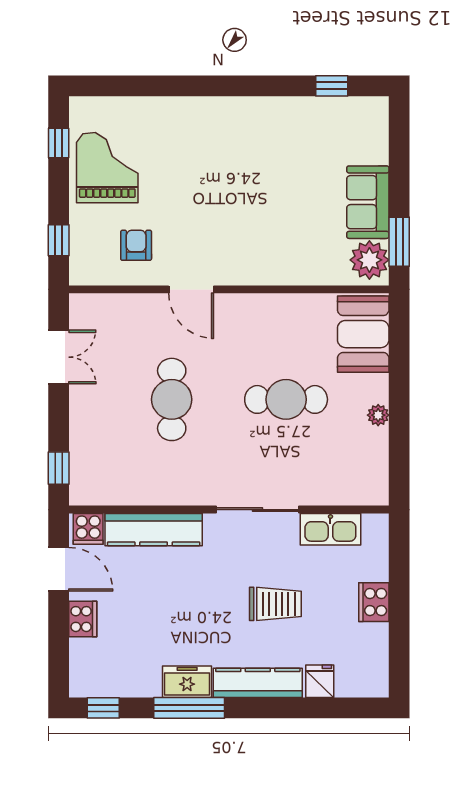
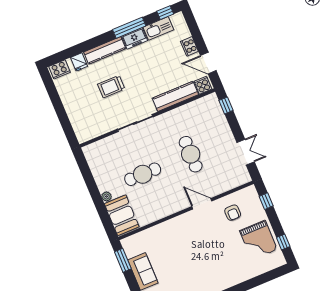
plant: (369, 260) -> (132, 247), removed
double door: (59, 357) -> (246, 152), swing flipped
plant: (378, 415) -> (106, 196), moved
kitchen sink: (330, 529) -> (158, 28), moved, turned 180
cooker: (374, 602) -> (59, 69), moved, turned 90

